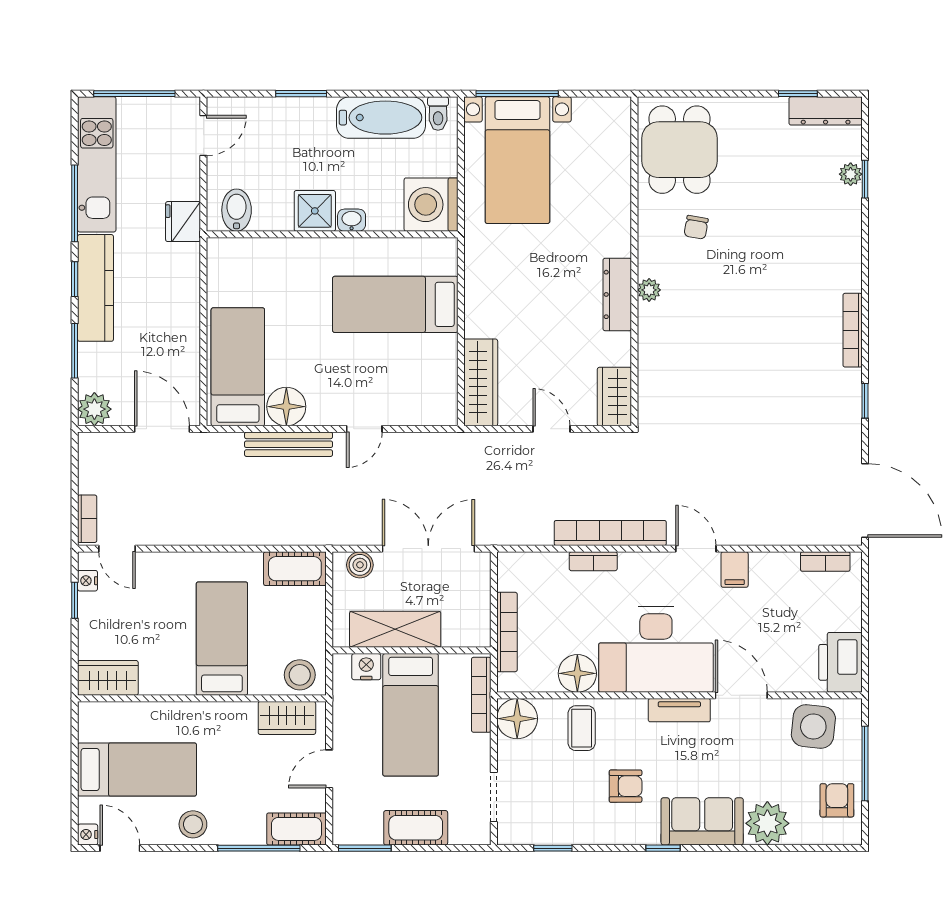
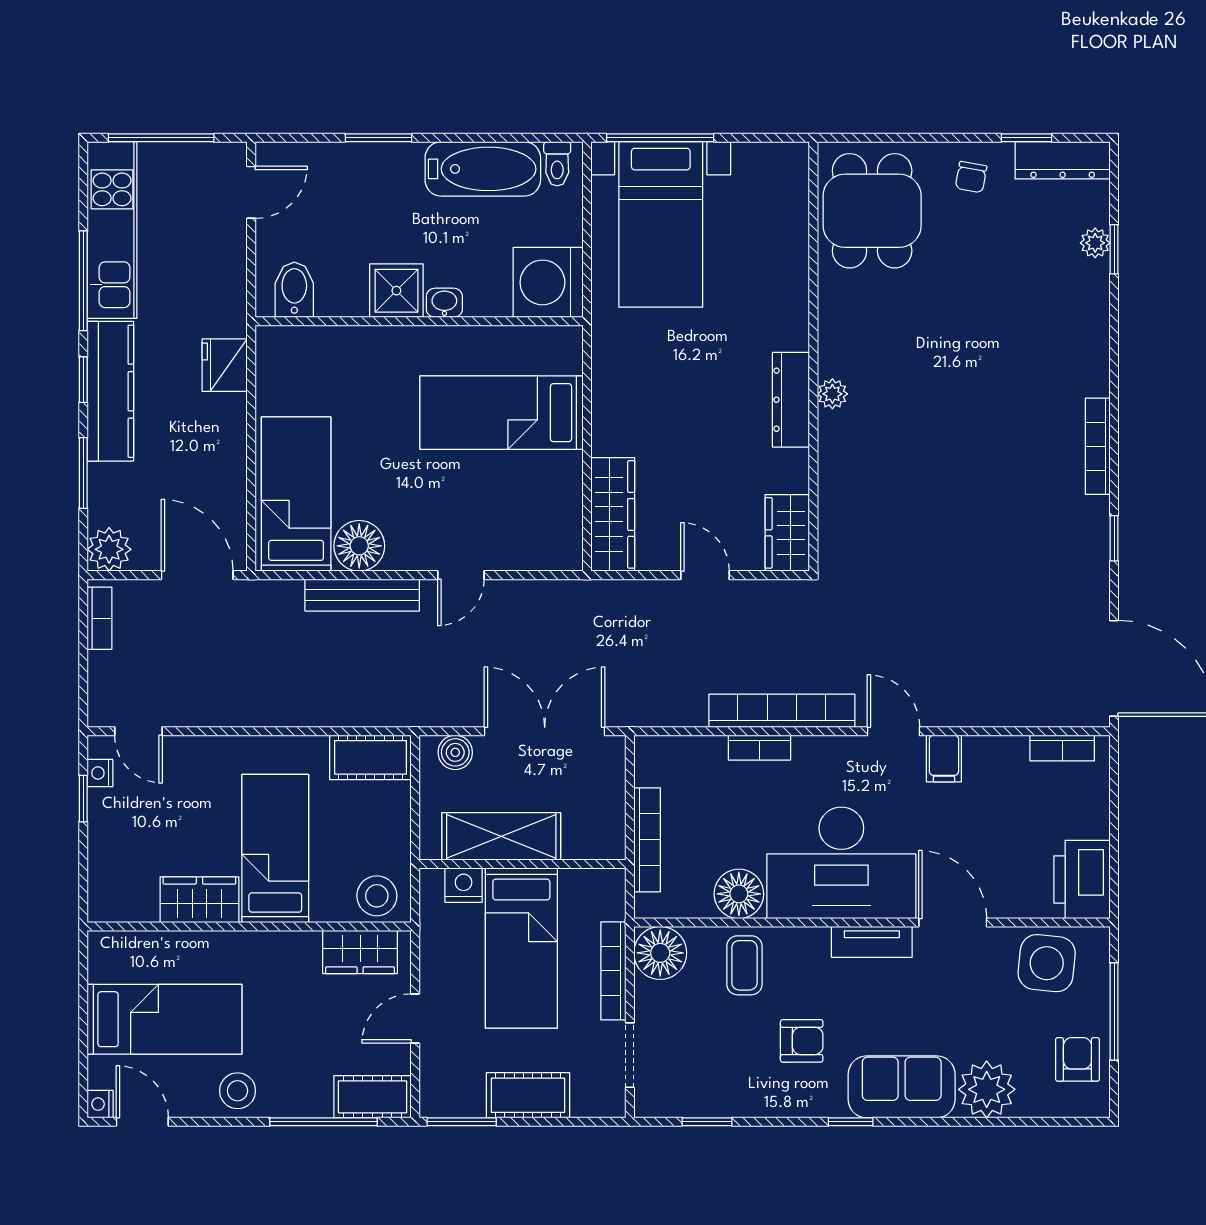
fridge: (183, 222) -> (225, 365), moved
chair: (696, 227) -> (971, 177), moved
bookcase: (87, 519) -> (100, 618), moved
wardrobe: (108, 678) -> (199, 900), moved
bookcase: (481, 695) -> (613, 971), moved

